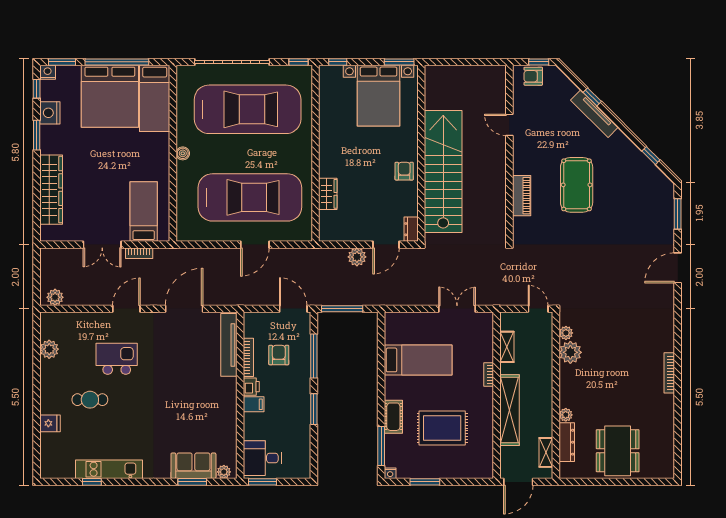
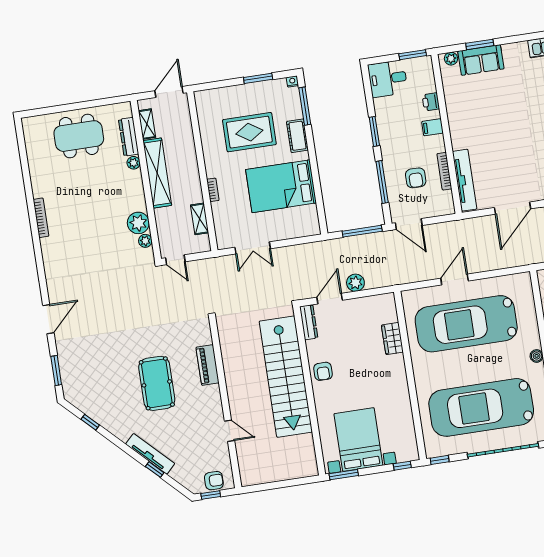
dresser: (411, 229) -> (309, 322), width x1.44
bed: (418, 360) -> (281, 186), width x1.50
printer: (251, 387) -> (431, 102), moved
shelving: (509, 410) -> (157, 173), moved
dining table: (618, 451) -> (79, 136), turned 90
desk: (262, 458) -> (388, 79), moved, turned 180

